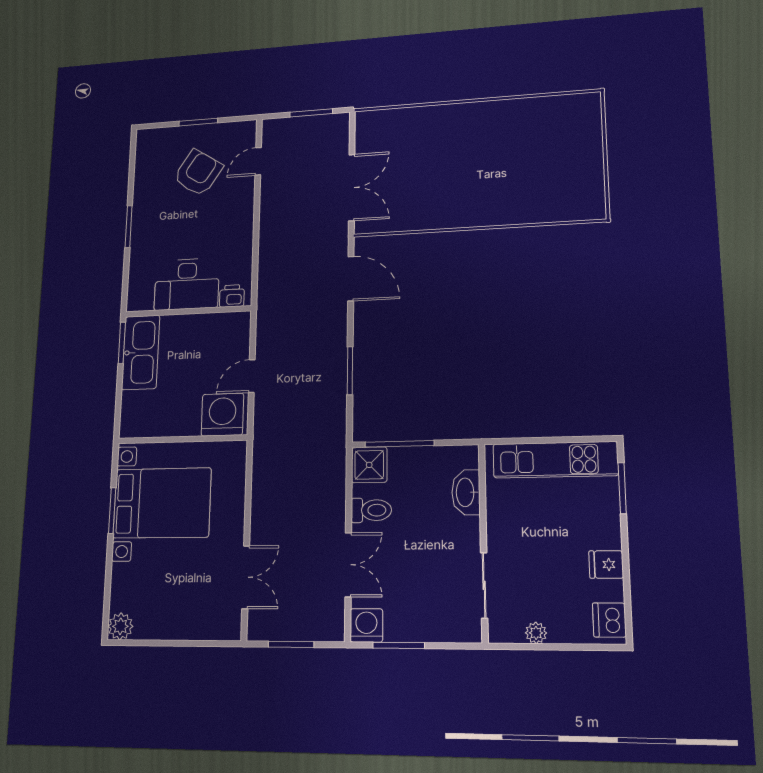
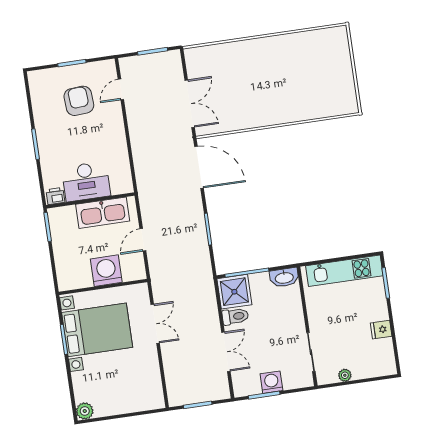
armchair: (198, 173) -> (79, 101), turned -37
door: (351, 279) -> (199, 167), width x1.36
printer: (232, 296) -> (55, 196), moved
kitchen sink: (141, 352) -> (103, 213), moved, turned 90
washing machine: (222, 415) -> (106, 271), moved
shower: (369, 465) -> (234, 292), width x1.36, depth x1.36
washbasin: (466, 492) -> (284, 277), moved, turned -90
double door: (246, 577) -> (155, 324), moved
dishwasher: (609, 620) -> (386, 361), removed
washing machine: (366, 625) -> (271, 382), moved

